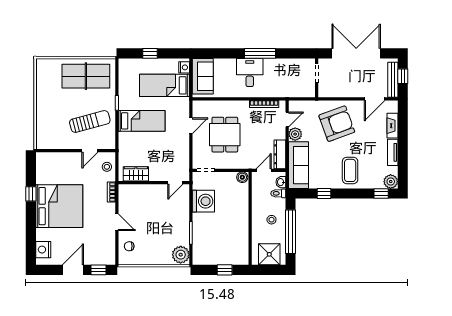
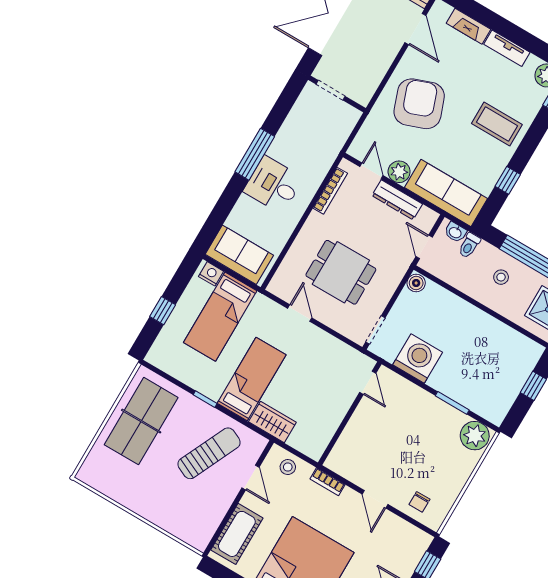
sun lounger: (90, 121) -> (209, 453), turned 40
dresser: (280, 154) -> (397, 200), moved
cot: (56, 161) -> (237, 534), added
wardrobe: (136, 174) -> (272, 422), moved, turned 90
door: (117, 222) -> (375, 499), swing flipped

